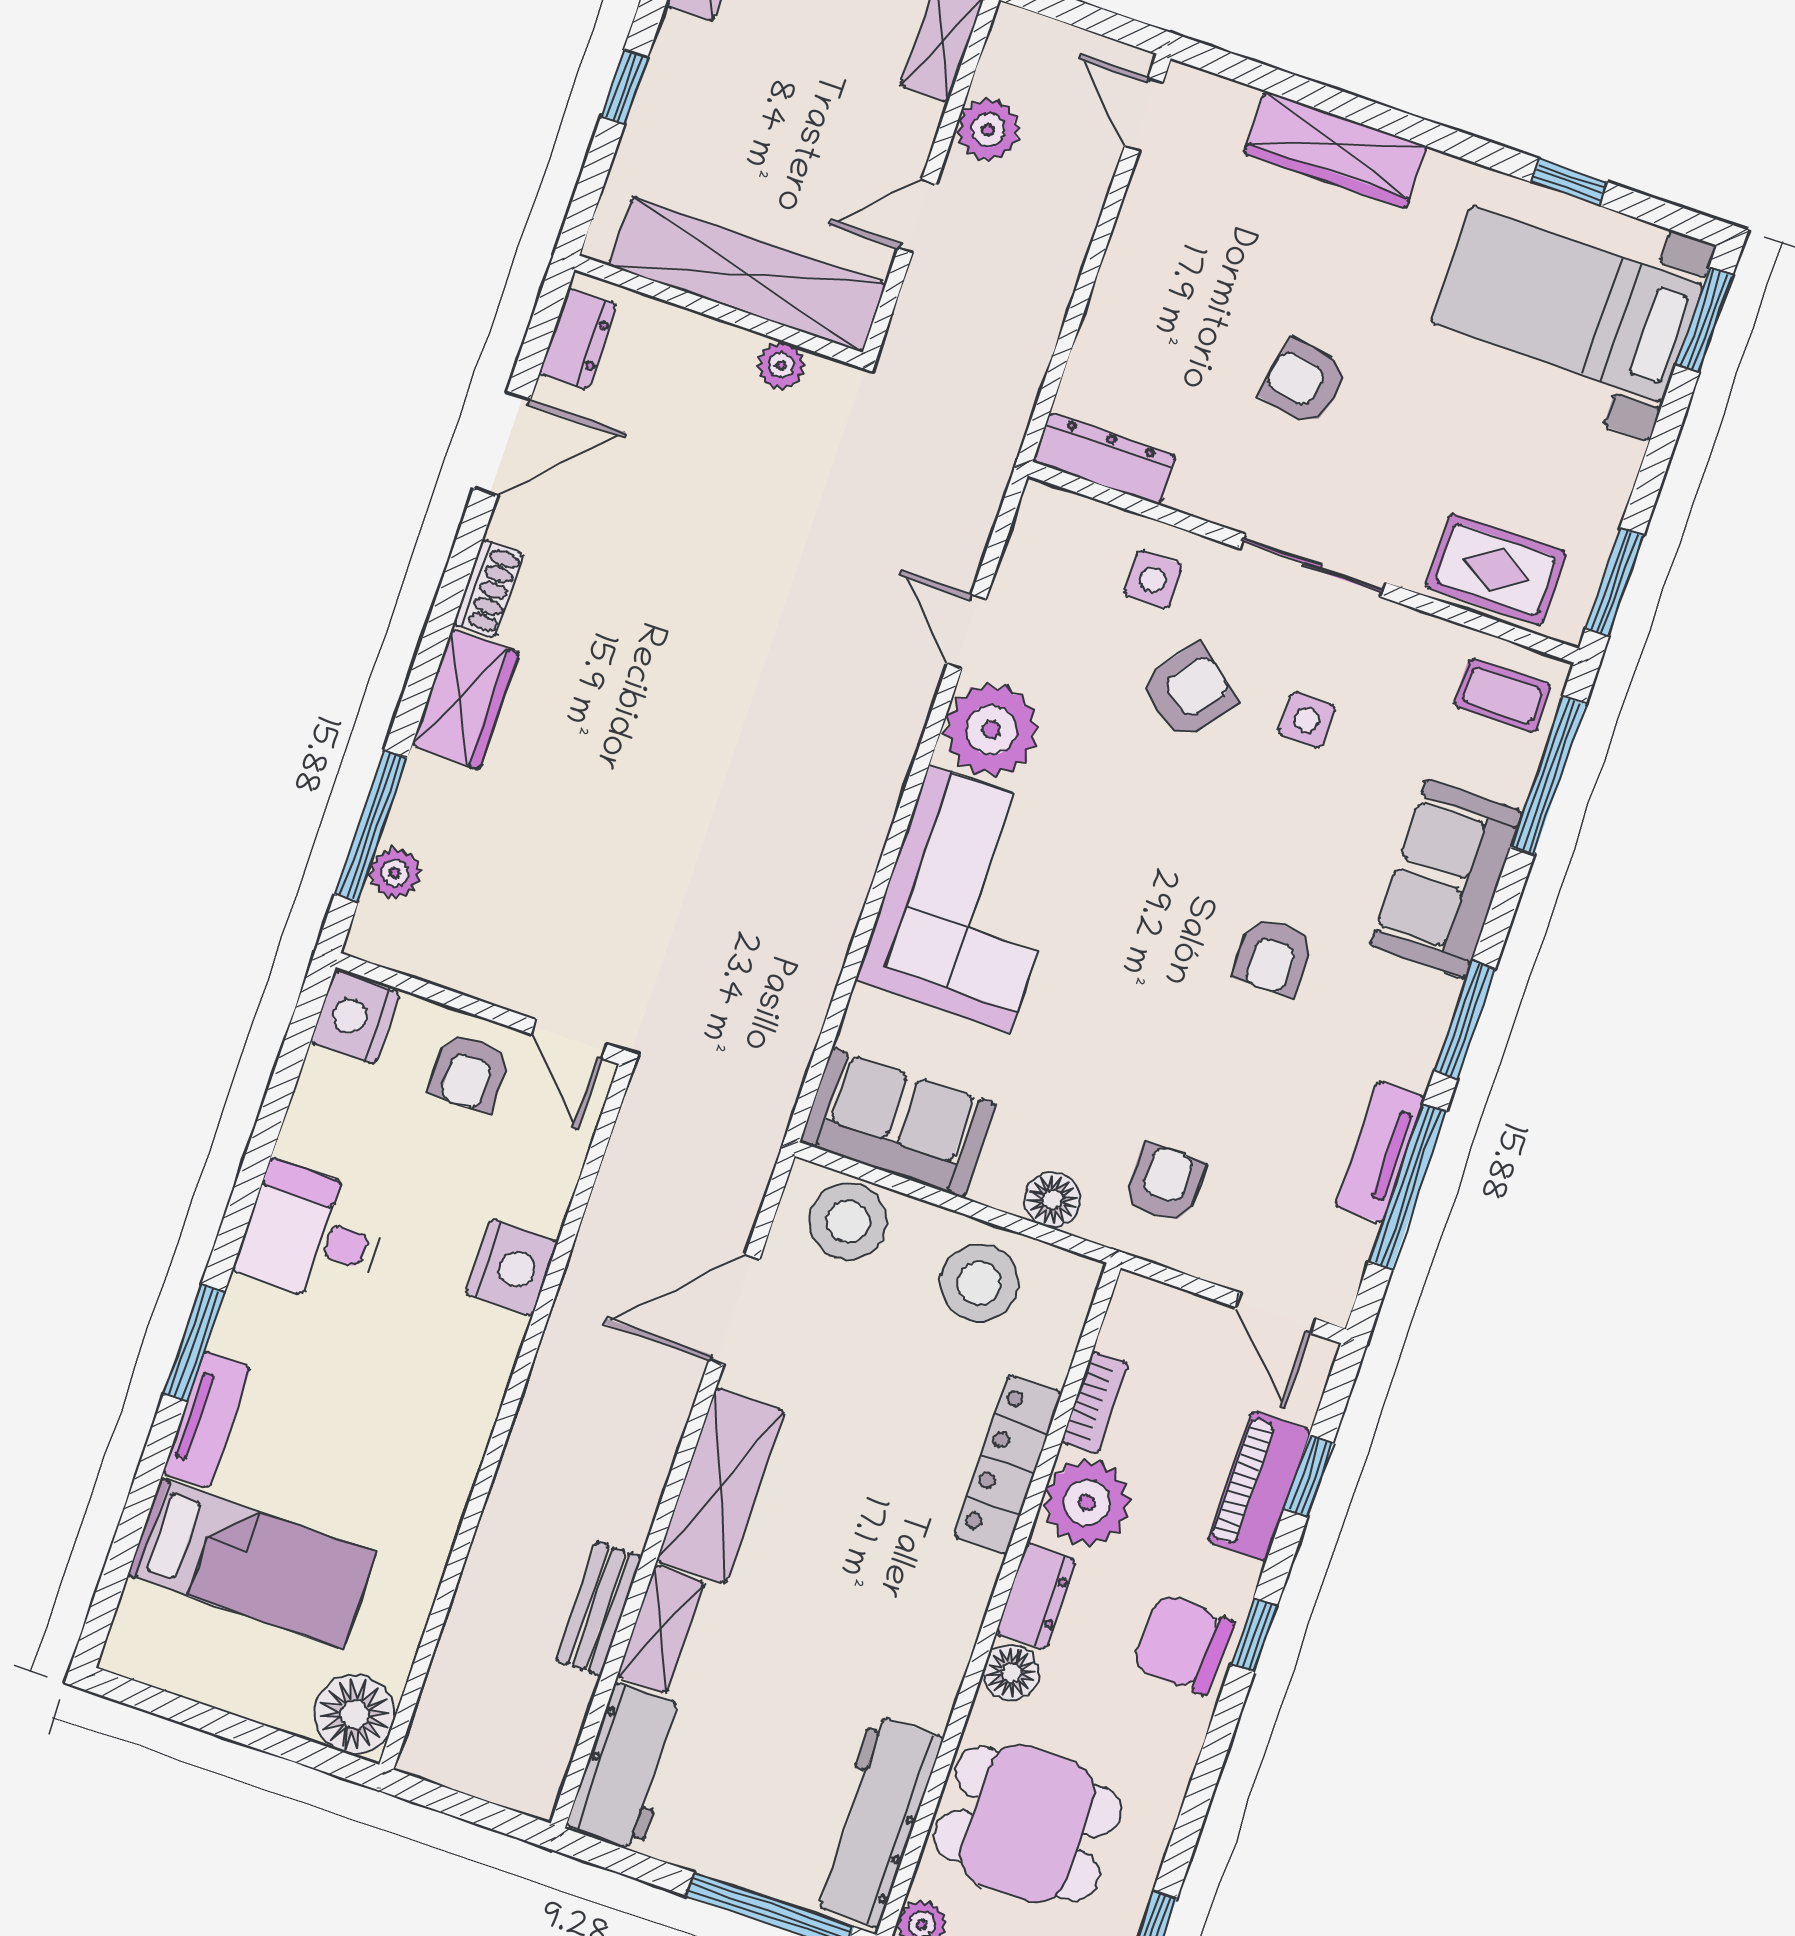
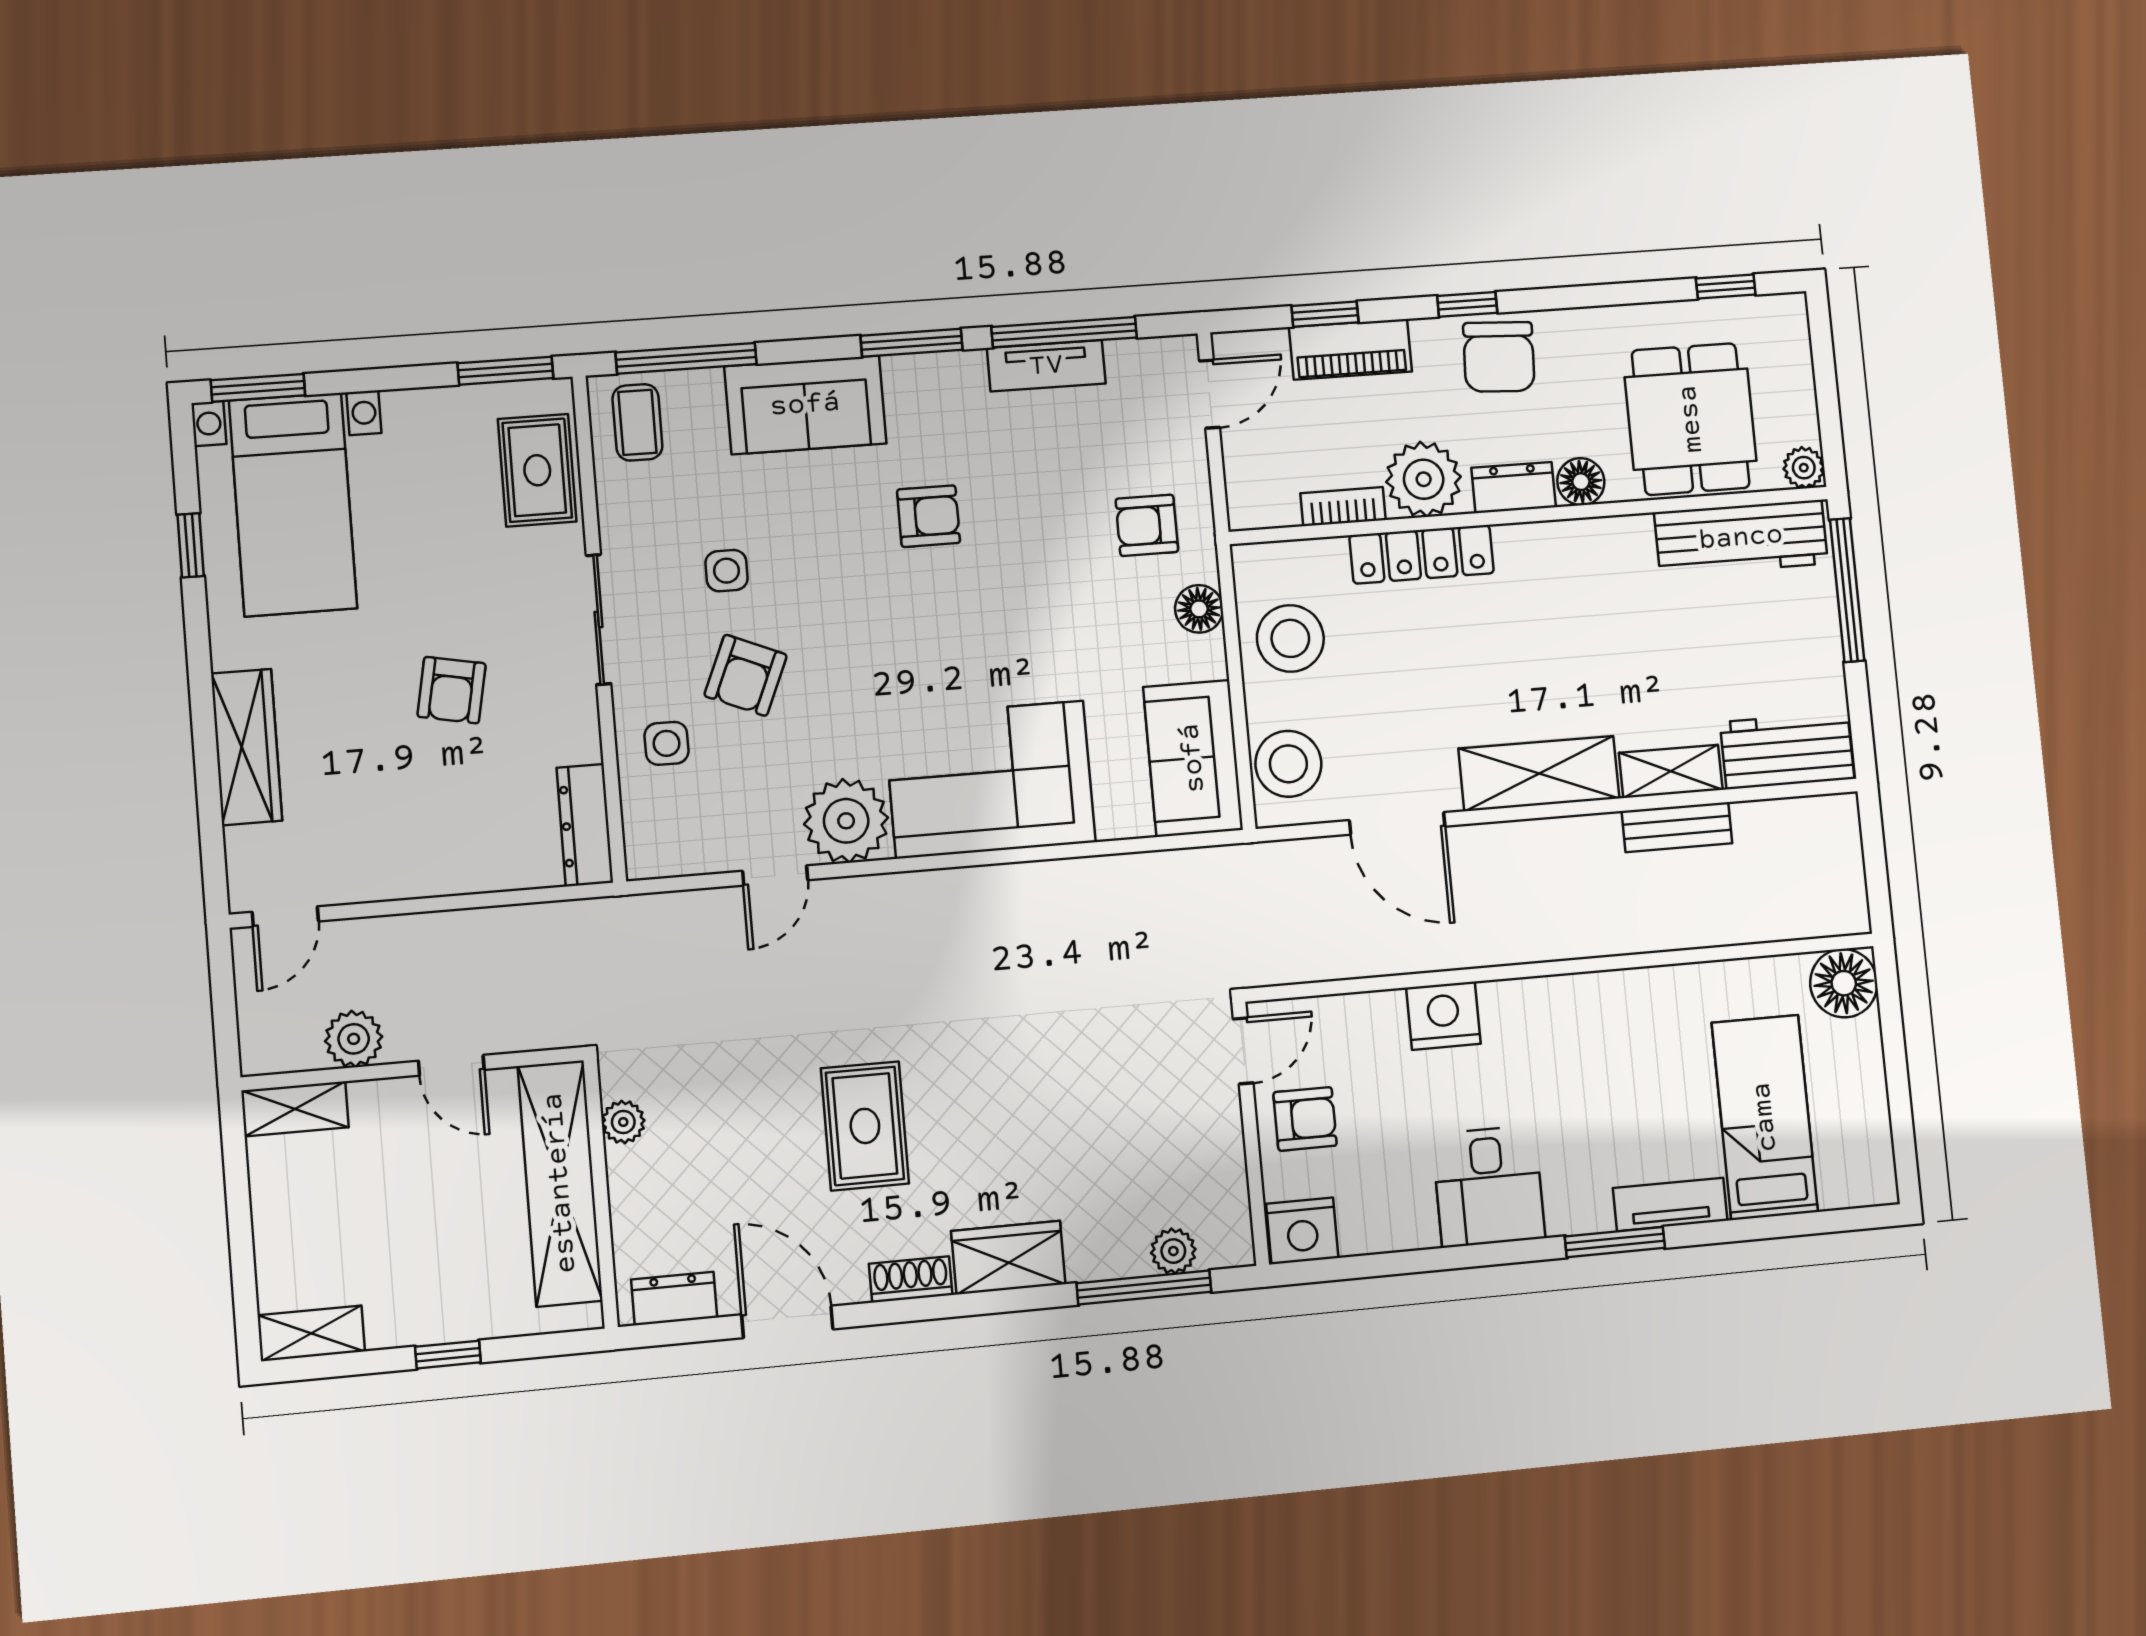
rug: (667, 611) -> (865, 1126), added
armchair: (1188, 692) -> (746, 675), turned -105

